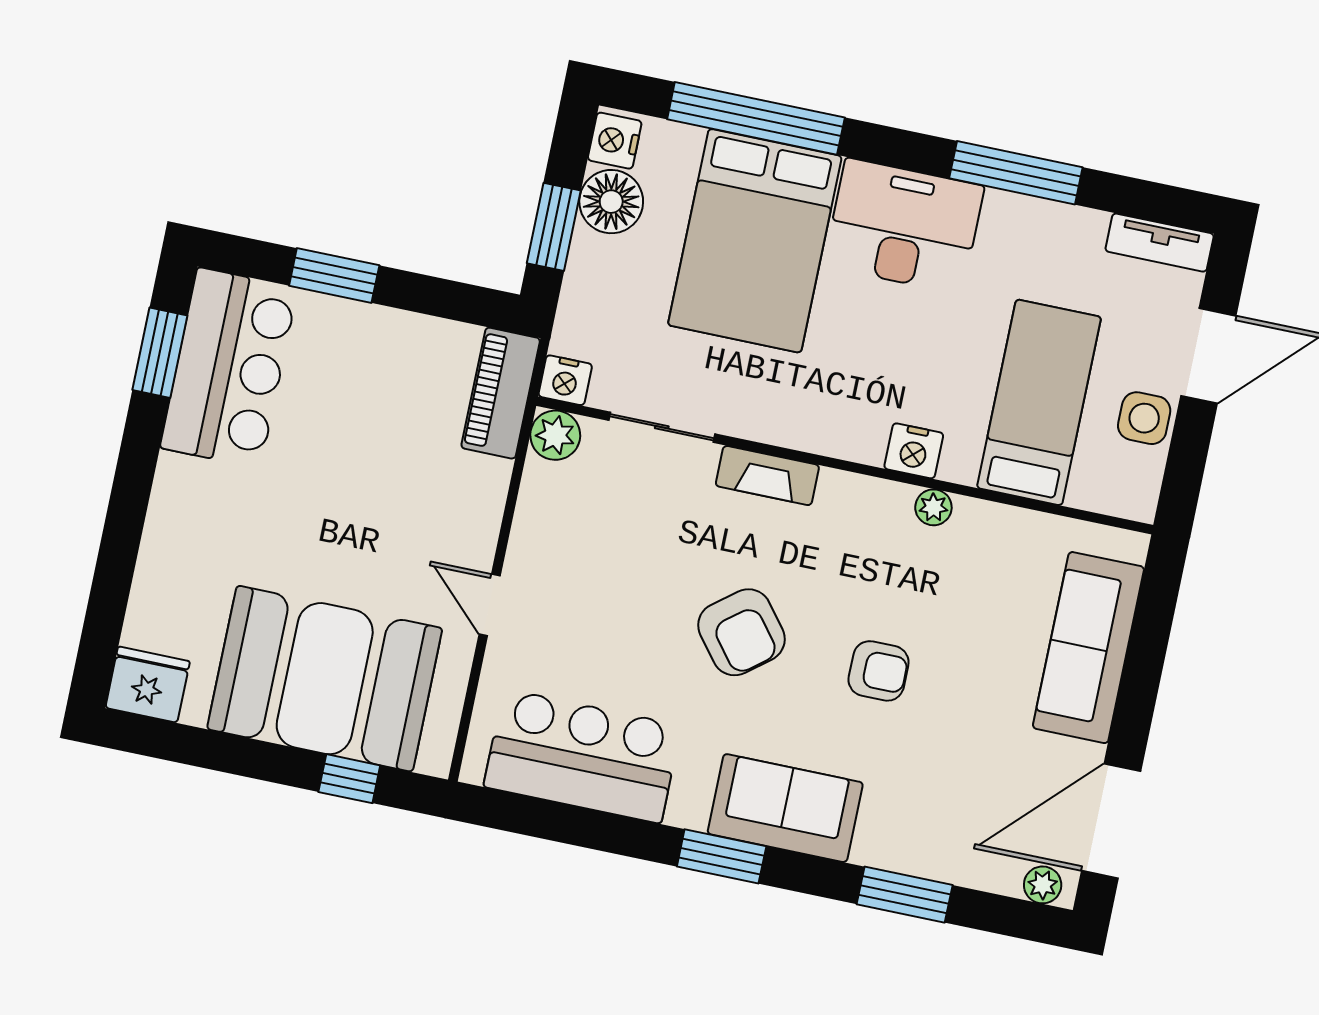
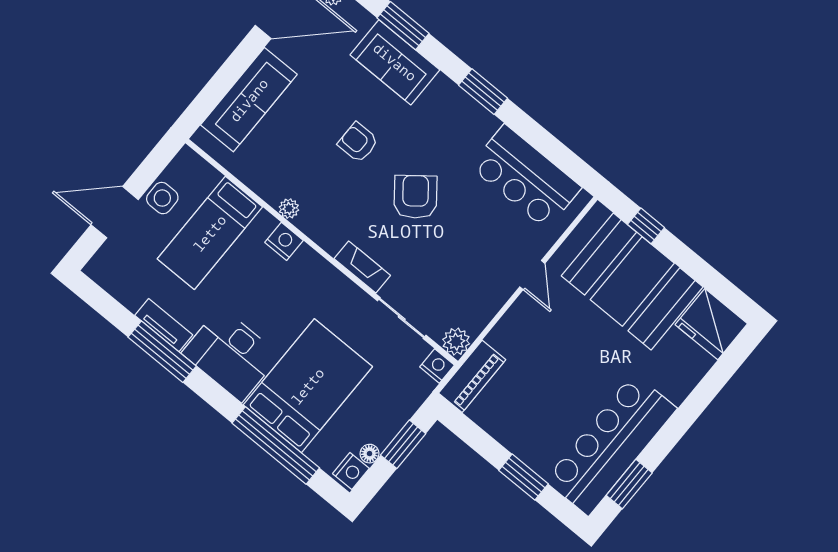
floor lamp: (611, 202) -> (369, 454), width x0.53, depth x0.53
tv unit: (1160, 243) -> (164, 325), moved
bar counter: (229, 368) -> (611, 444), width x1.36
fridge: (148, 685) -> (711, 324), width x1.36, depth x1.34
sofa: (785, 808) -> (395, 62), moved

